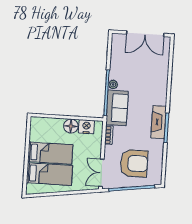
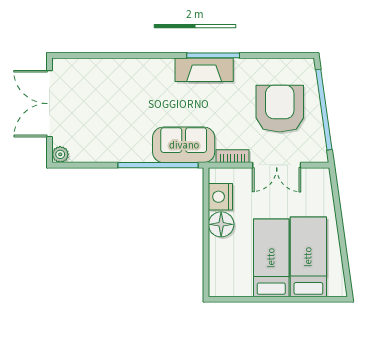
double door: (145, 34) -> (50, 104), swing flipped
plant: (113, 85) -> (60, 154), moved
double door: (101, 173) -> (277, 165), moved

